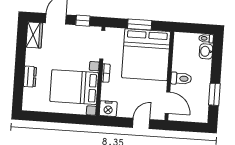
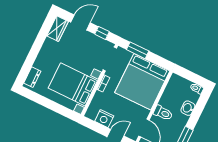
window: (140, 24) -> (138, 50), moved
washbasin: (206, 51) -> (188, 108), moved
dresser: (30, 77) -> (32, 77), moved
nightstand: (108, 109) -> (104, 119), moved

